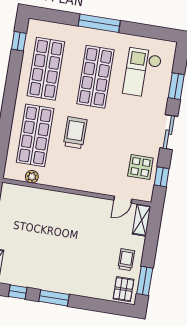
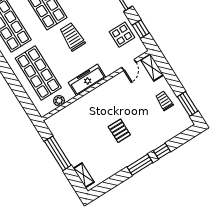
trolley: (75, 133) -> (72, 37), moved
freezer: (73, 180) -> (87, 80), added
pallet: (123, 289) -> (119, 131), moved
window: (18, 292) -> (162, 151), moved

